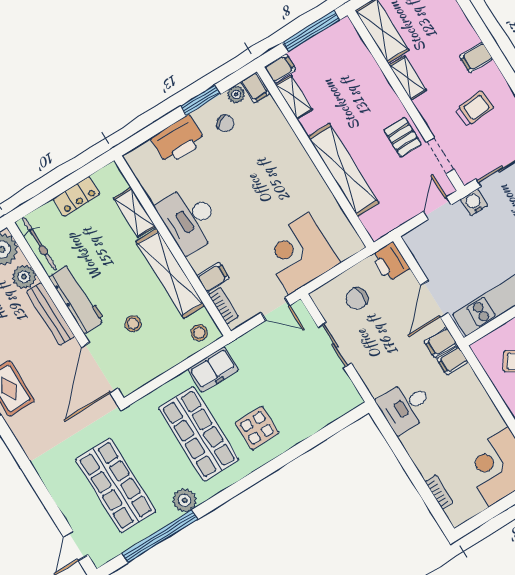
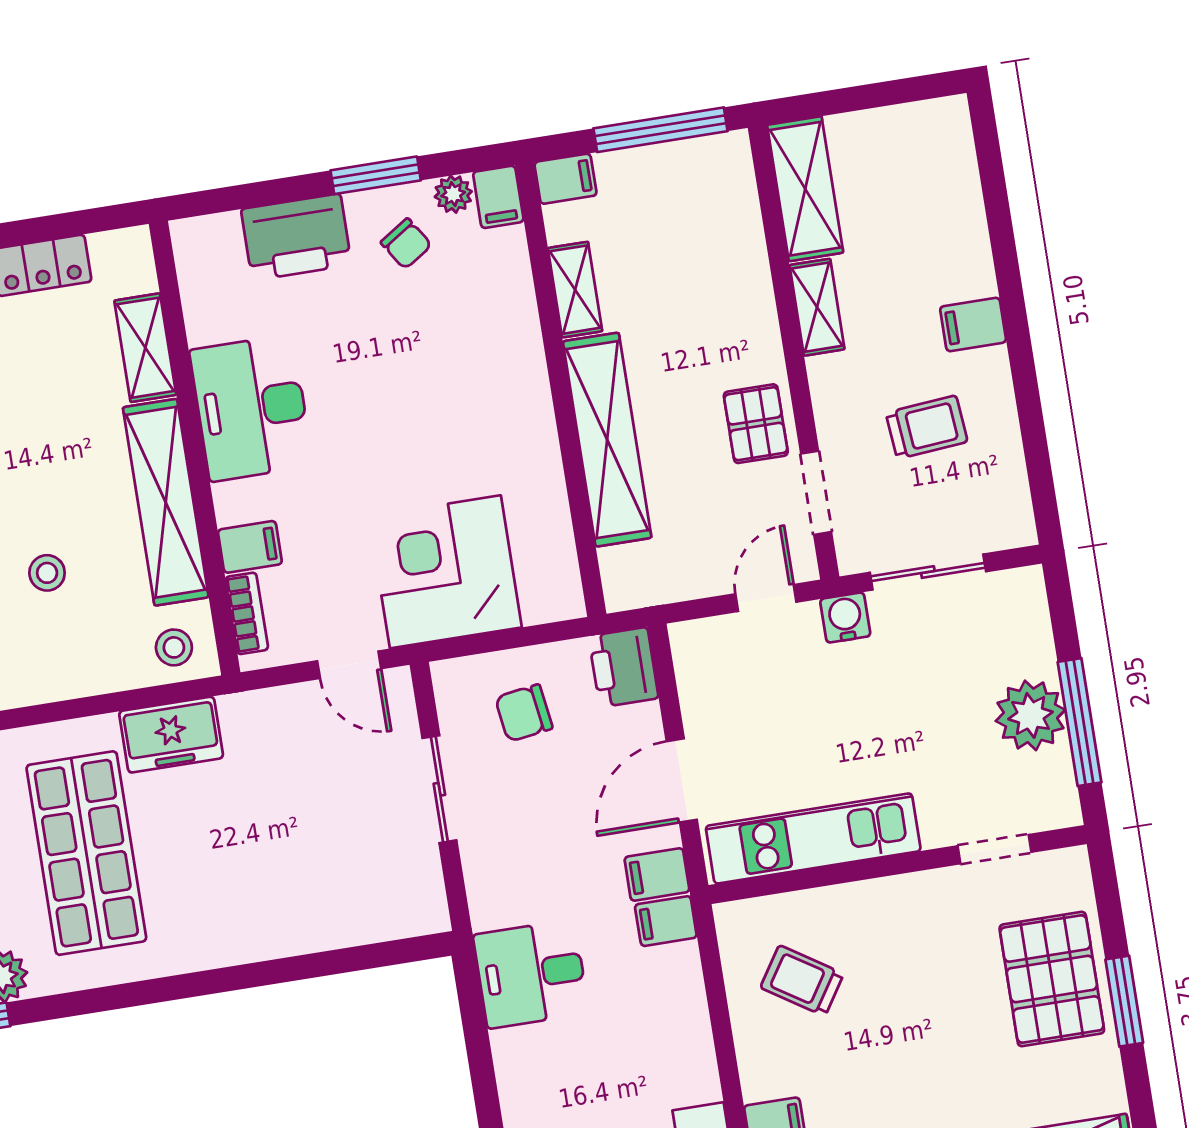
shelving: (294, 97) -> (575, 290), moved
display table: (257, 428) -> (210, 891), removed

